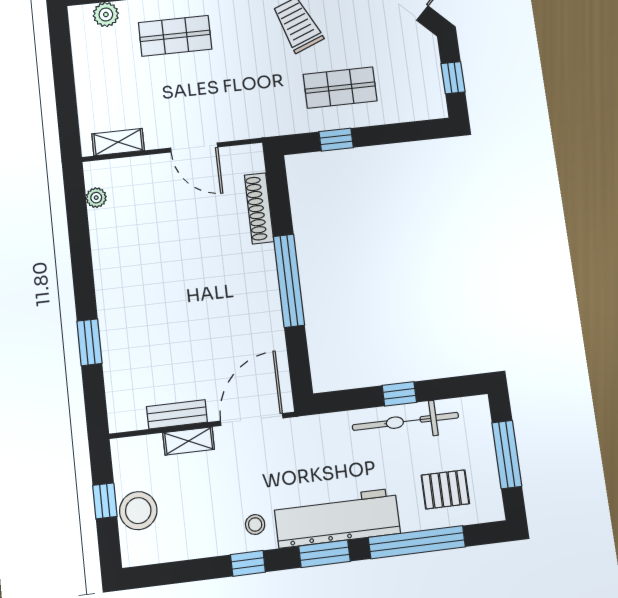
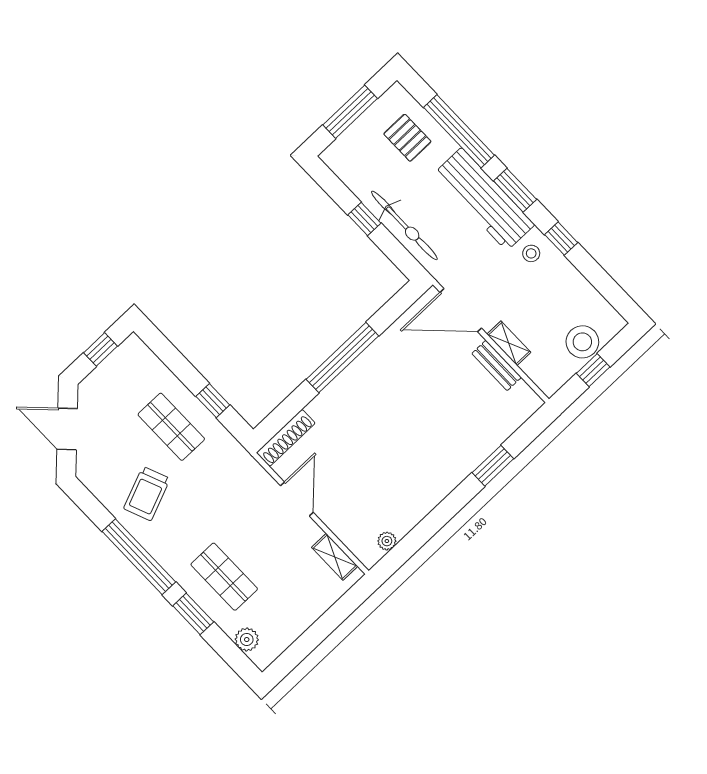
shoe rack: (259, 208) -> (286, 438), moved
bicycle: (405, 421) -> (404, 225), moved

